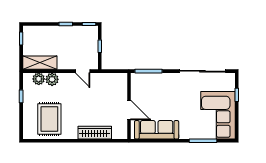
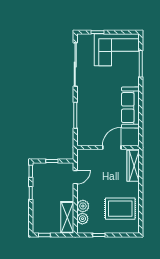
wall: (129, 106) -> (108, 147), moved
door: (129, 110) -> (112, 147), moved

